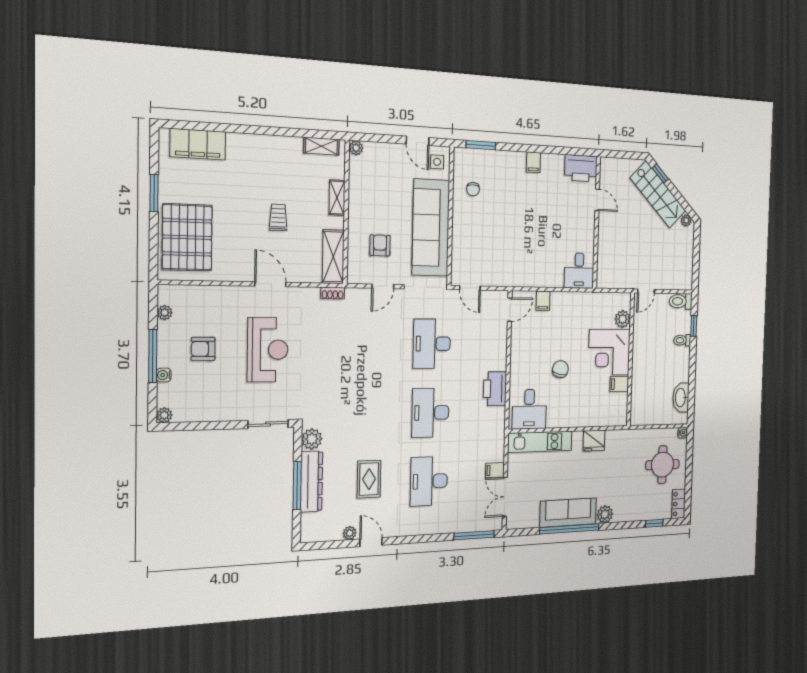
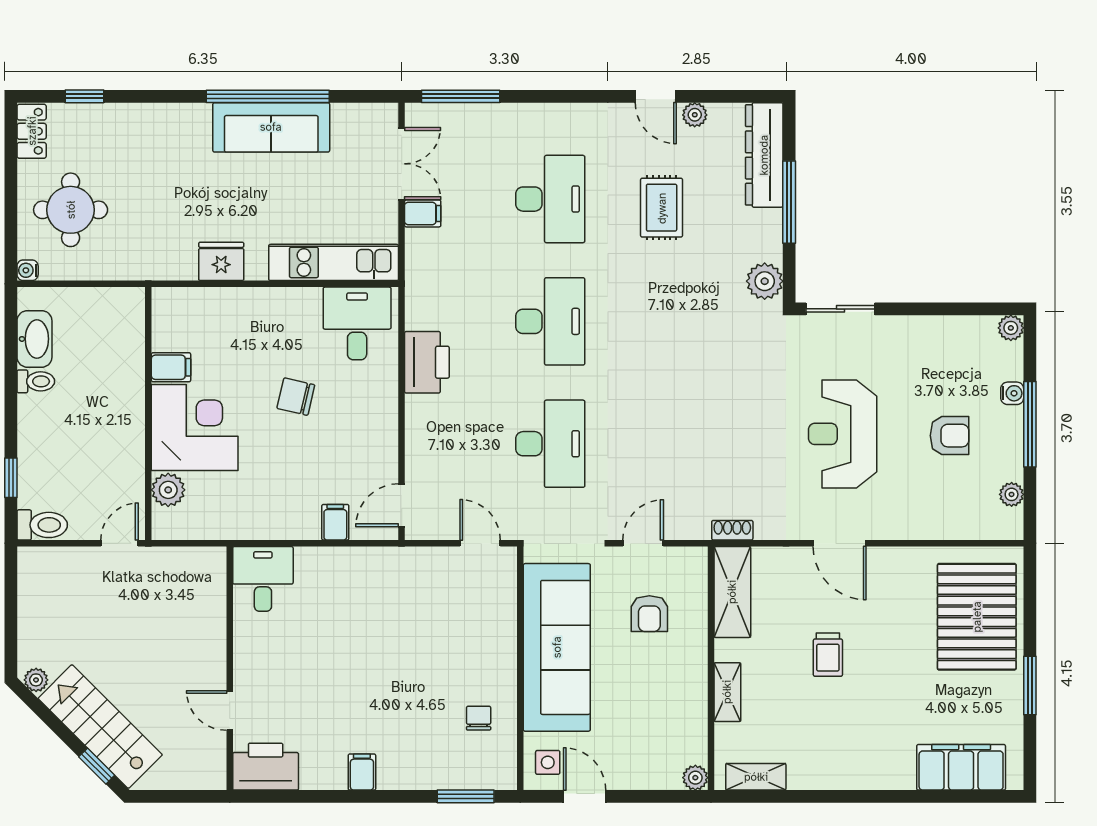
toilet: (682, 340) -> (36, 381), moved
chair: (560, 369) -> (296, 397), turned 91
dresser: (311, 481) -> (764, 155), moved
plant: (605, 514) -> (193, 120), removed

